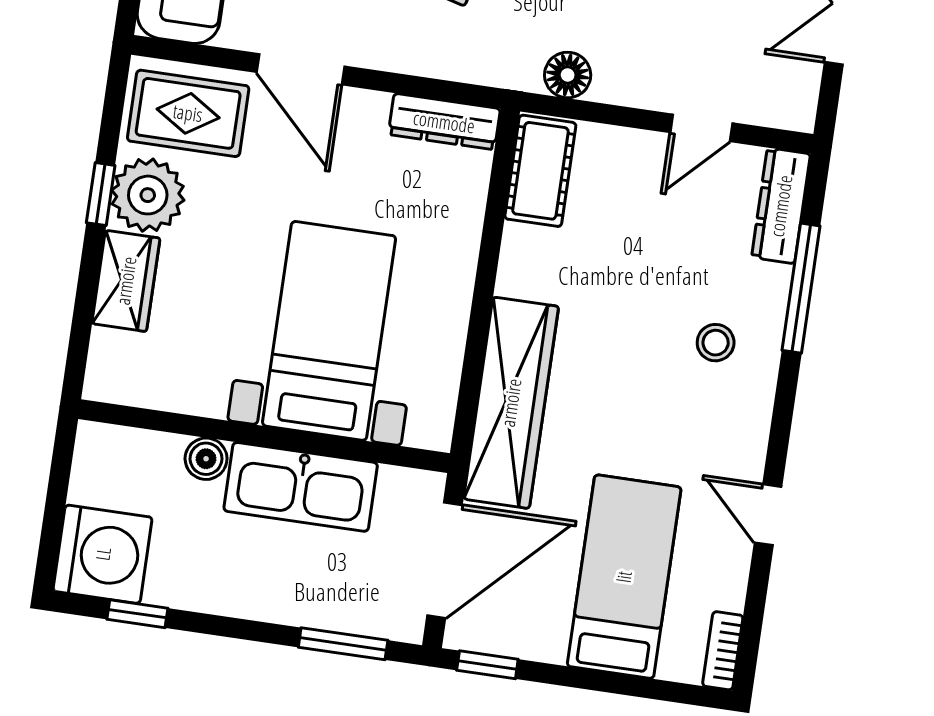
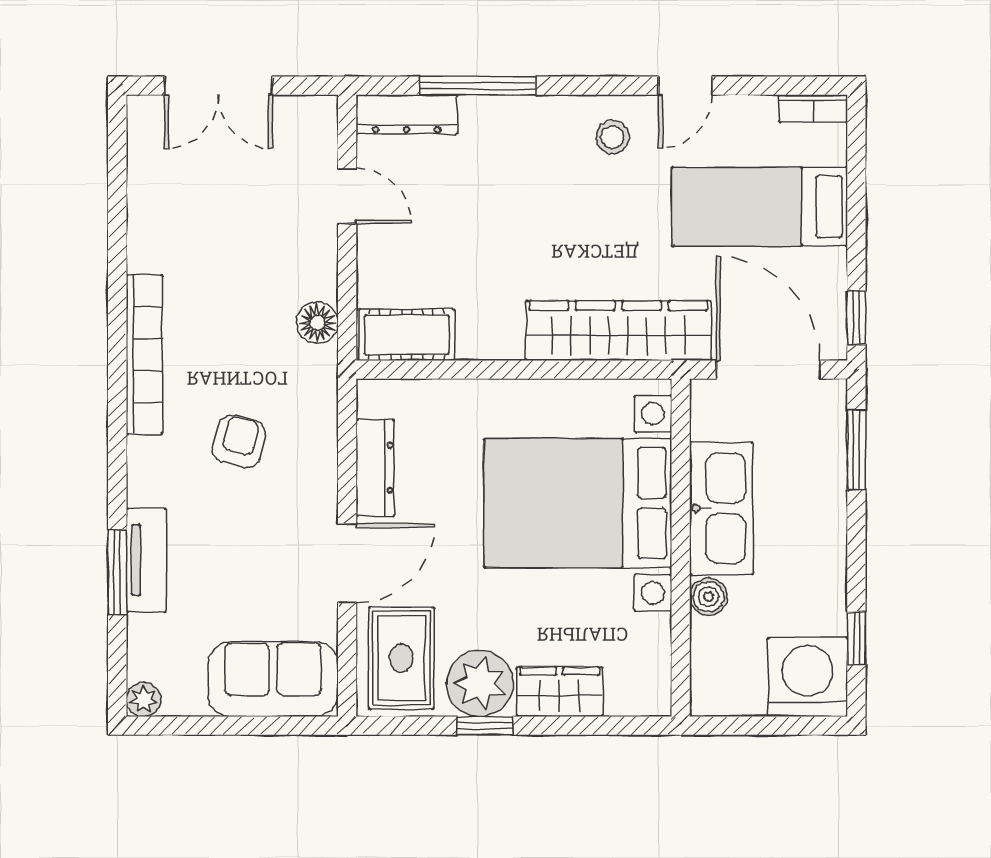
dresser: (444, 122) -> (375, 468), moved
bed with nightstands: (329, 331) -> (578, 503), width x1.36
stool: (716, 343) -> (613, 137), moved

